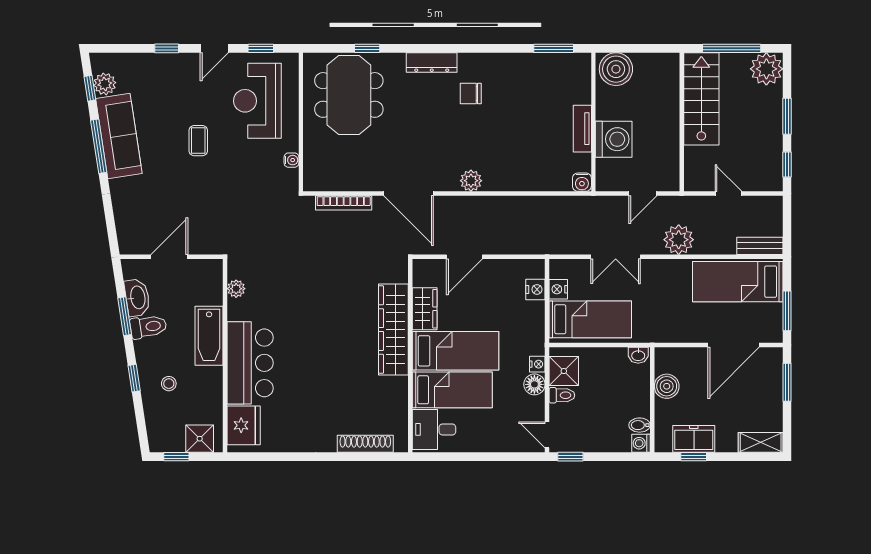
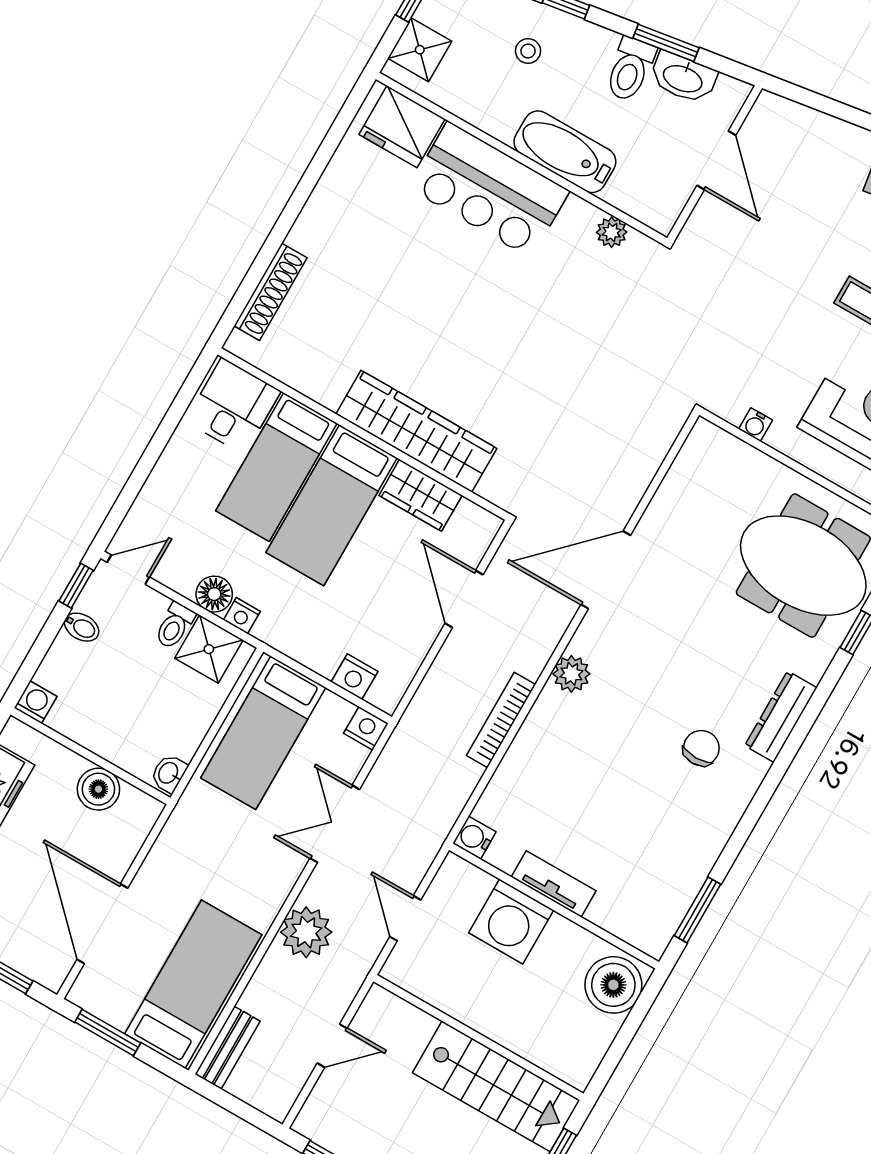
bookcase: (344, 203) -> (501, 720), moved
nightstand: (558, 289) -> (366, 728), moved
bidet: (640, 425) -> (82, 627), moved, turned 90

